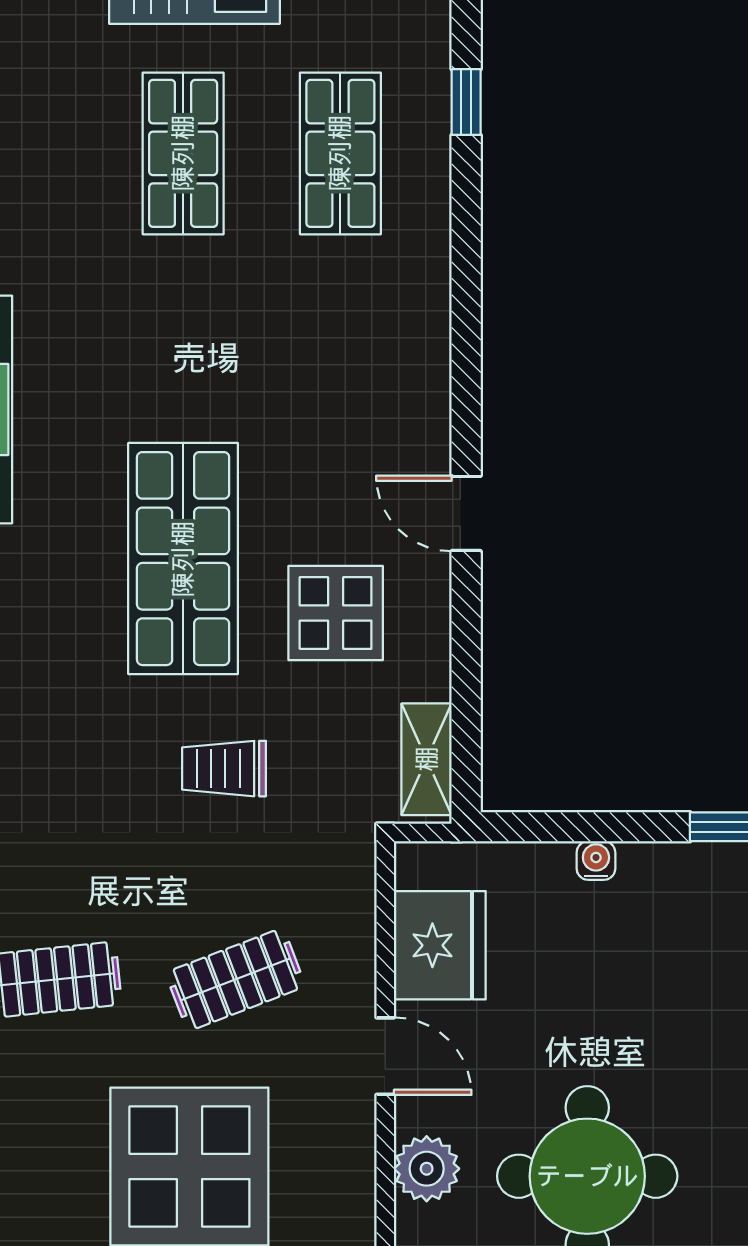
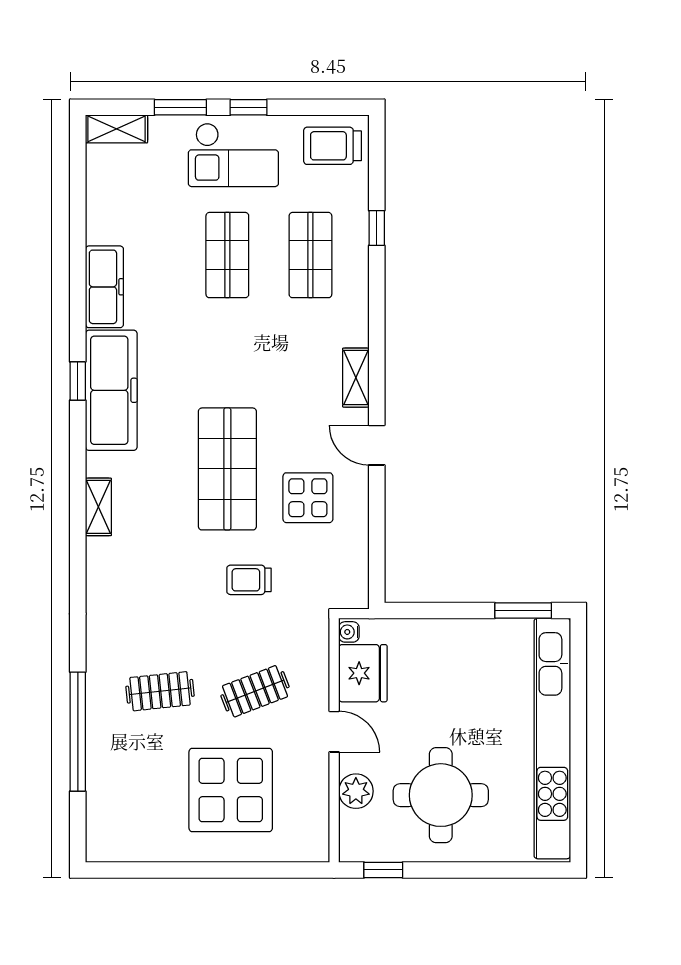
shelving: (427, 759) -> (356, 378), moved
water cooler: (596, 861) -> (349, 632), moved, turned -90

